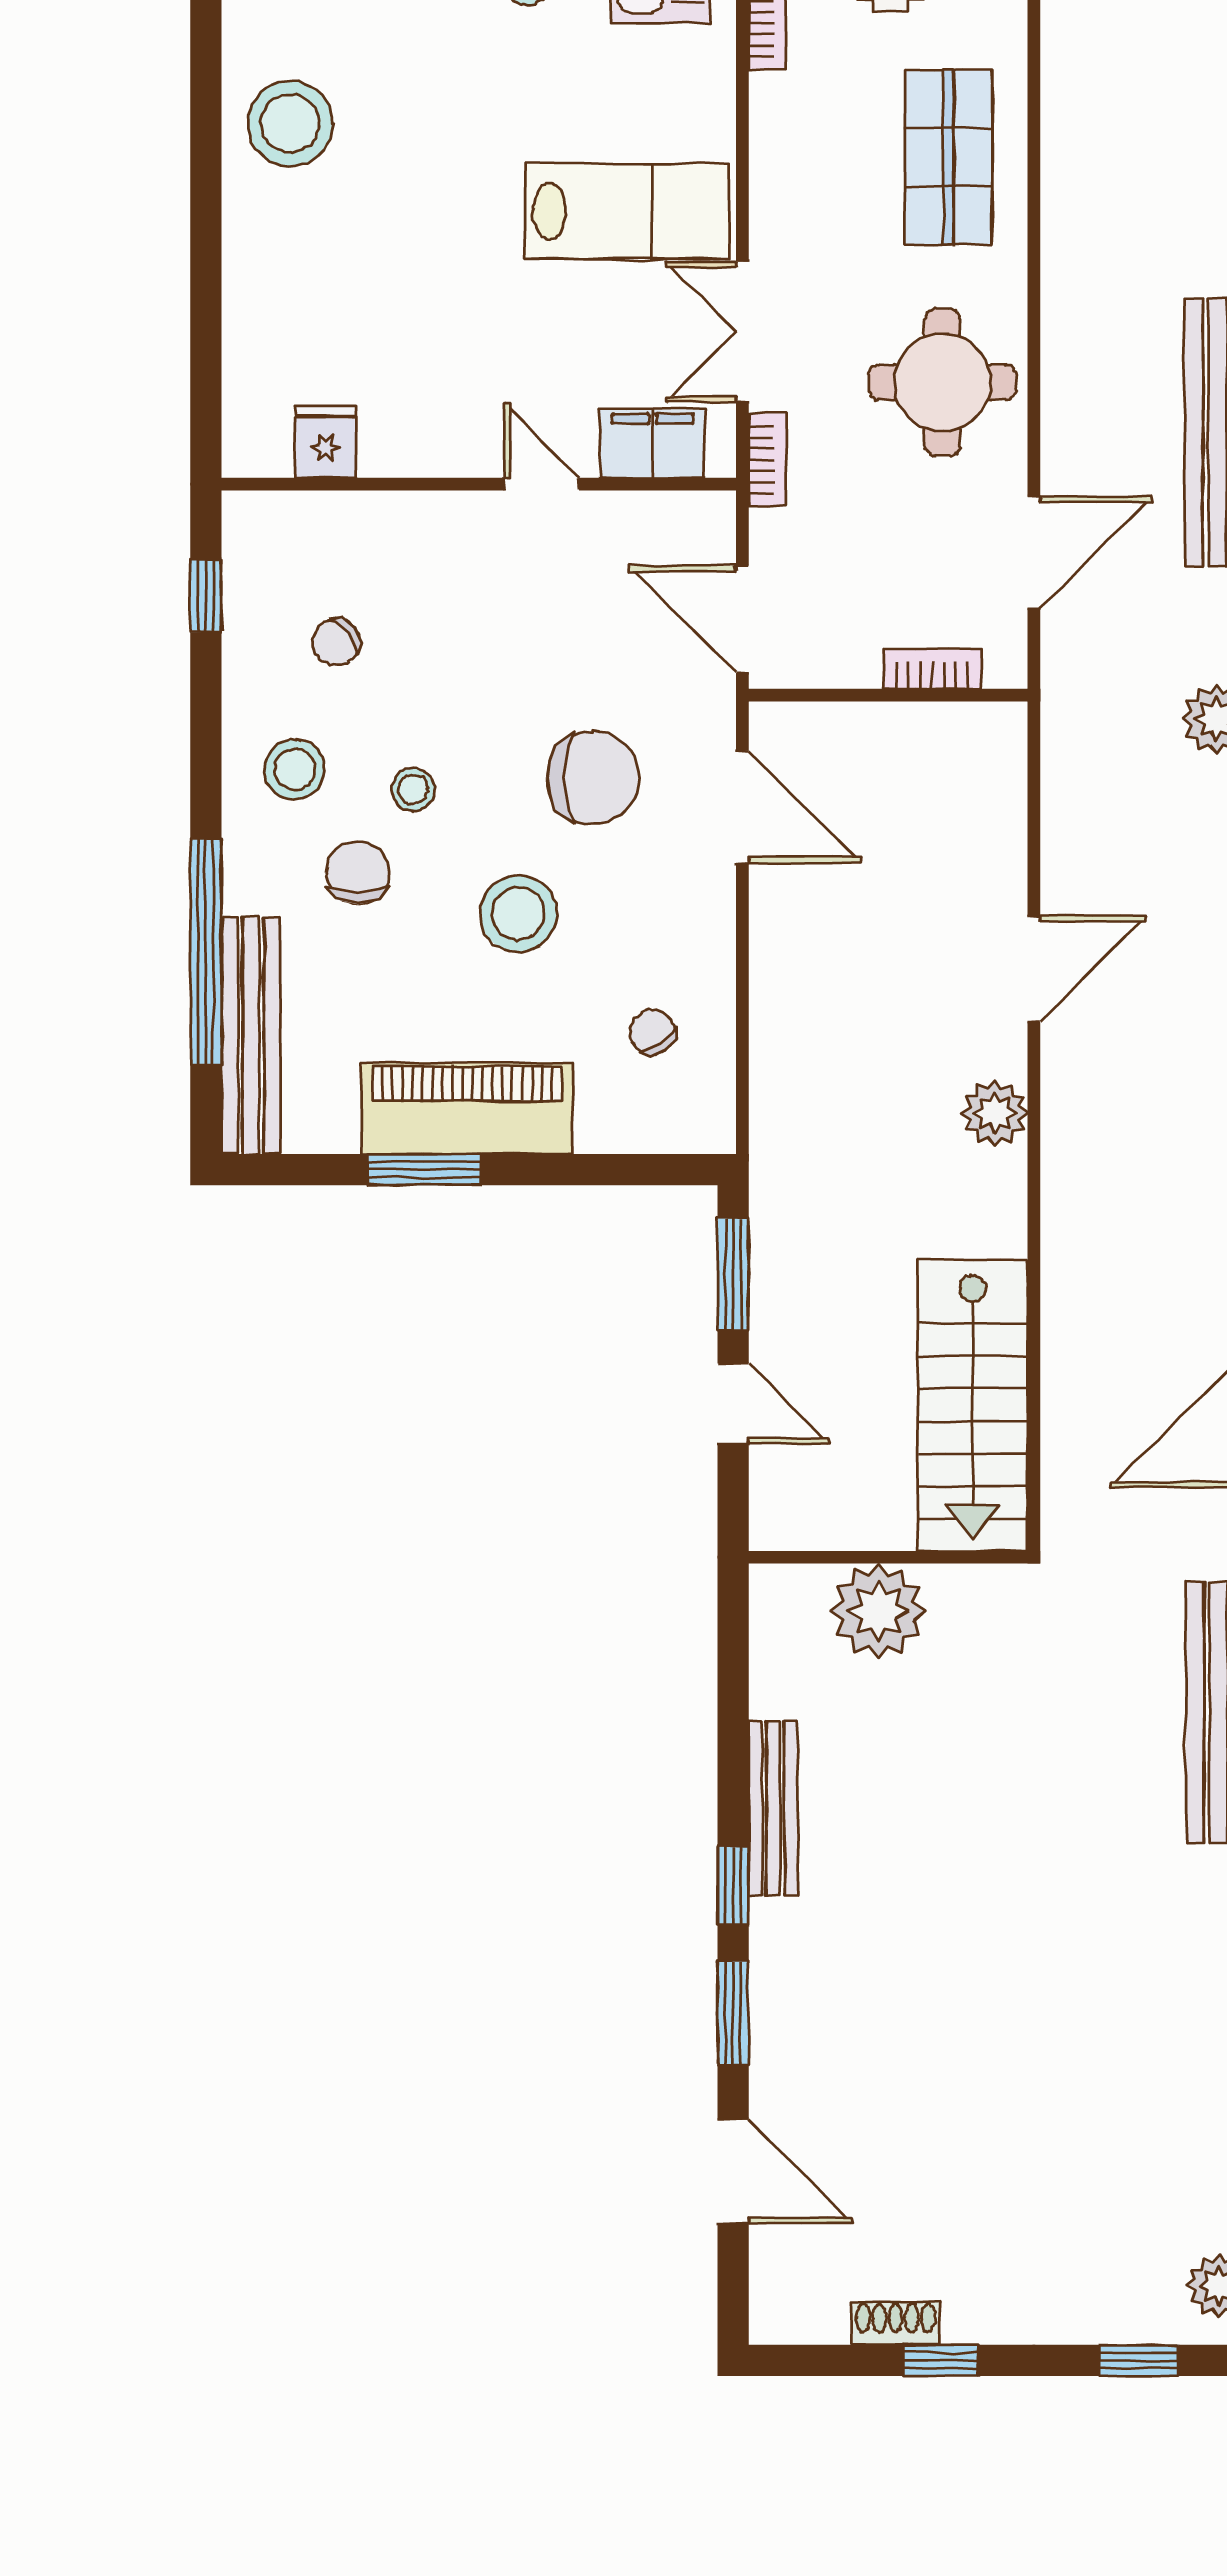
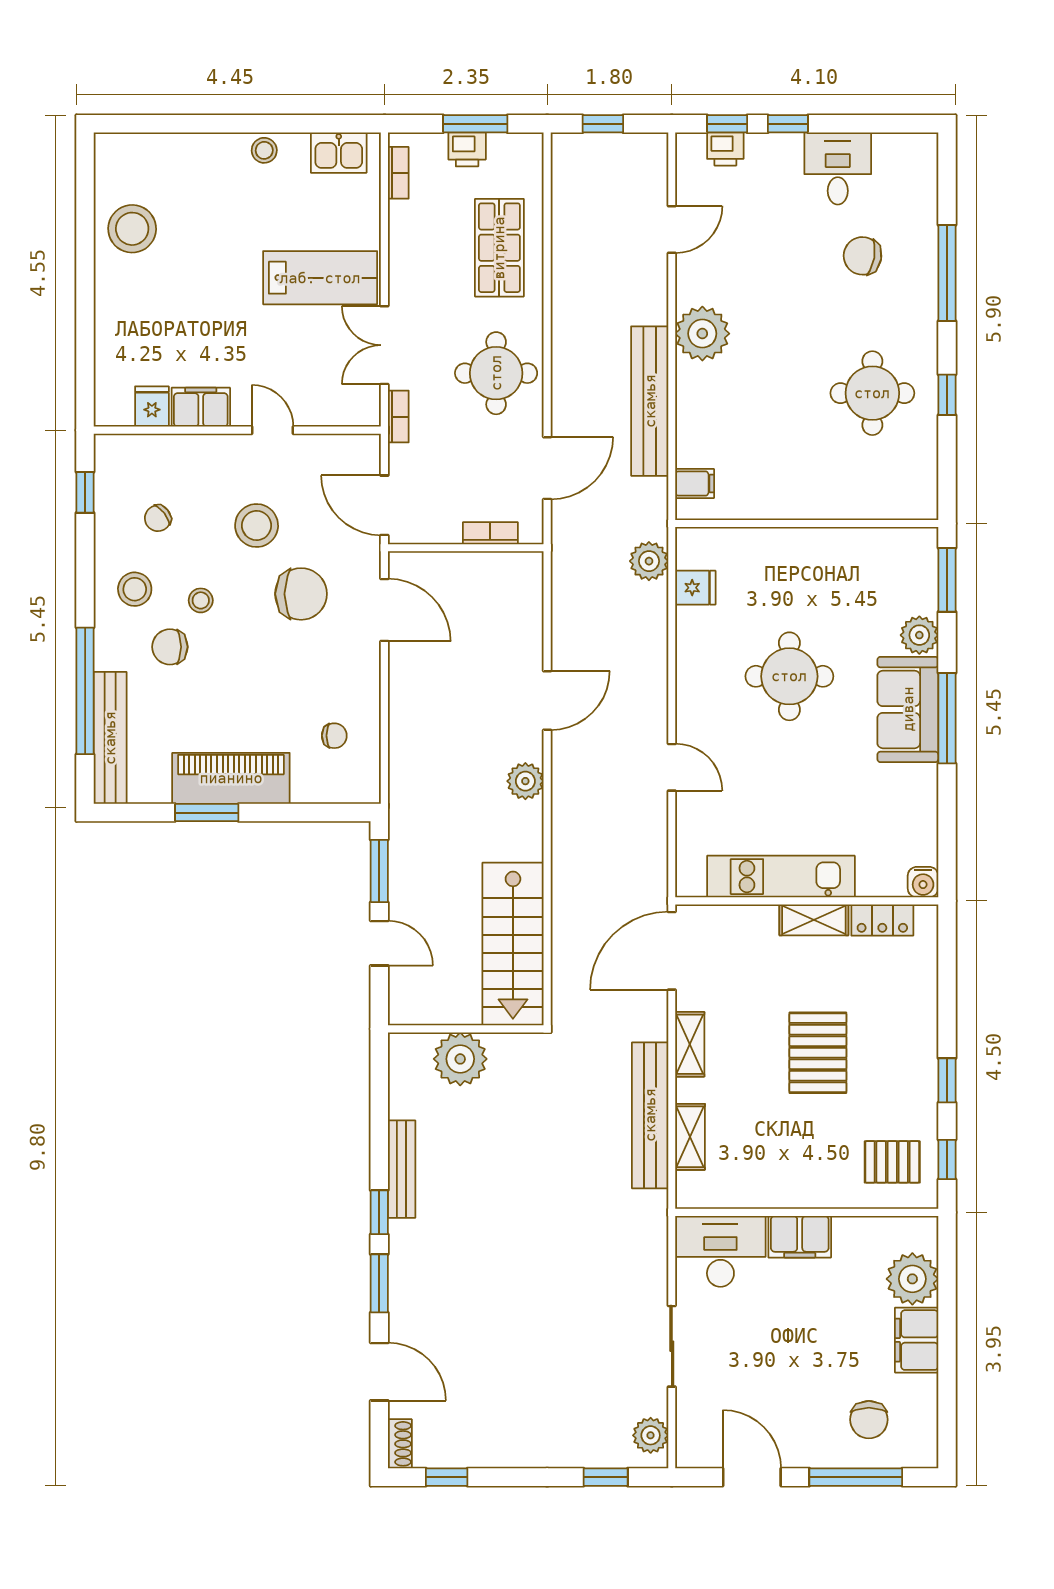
filing cabinet: (652, 443) -> (201, 407), moved
chair: (358, 873) -> (170, 647), turned -90
stool: (518, 913) -> (257, 526), moved
chair: (652, 1032) -> (334, 736), turned 125
shoe rack: (896, 2324) -> (400, 1444), moved, turned 90
window: (941, 2360) -> (447, 1477), moved

